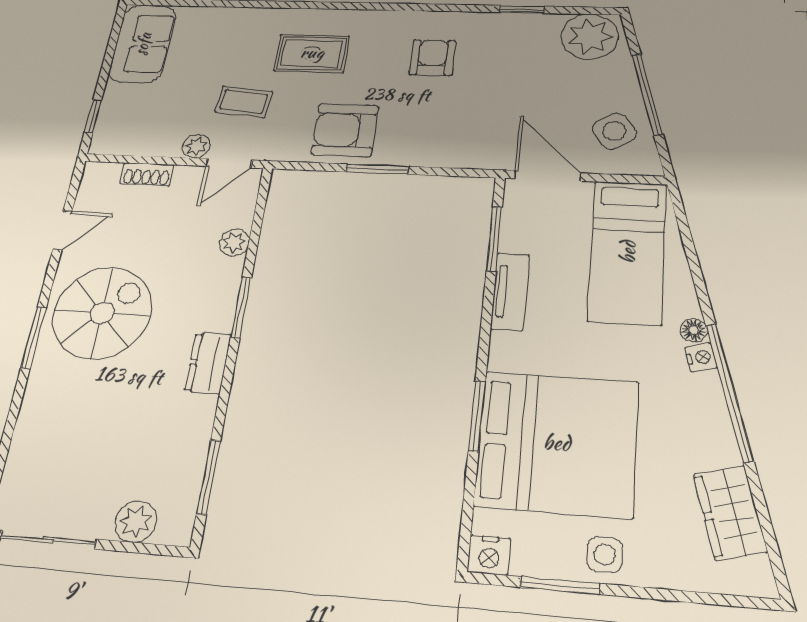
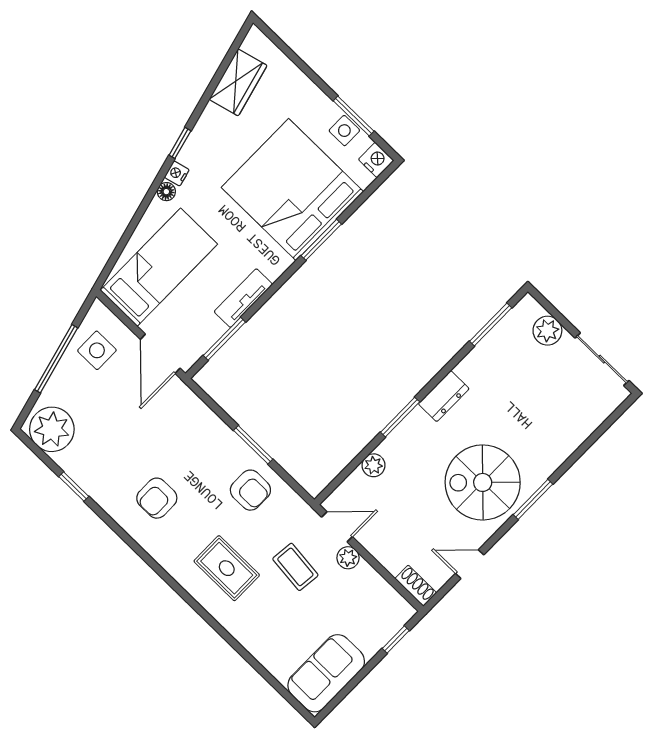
armchair: (345, 130) -> (250, 490), width x0.72, depth x0.72
side table: (614, 131) -> (97, 350), turned 34
shoe rack: (147, 174) -> (416, 586), moved
window: (729, 392) -> (180, 143), width x0.32
side table: (605, 555) -> (344, 131), moved

